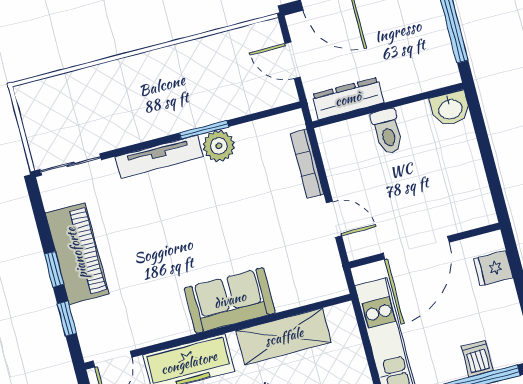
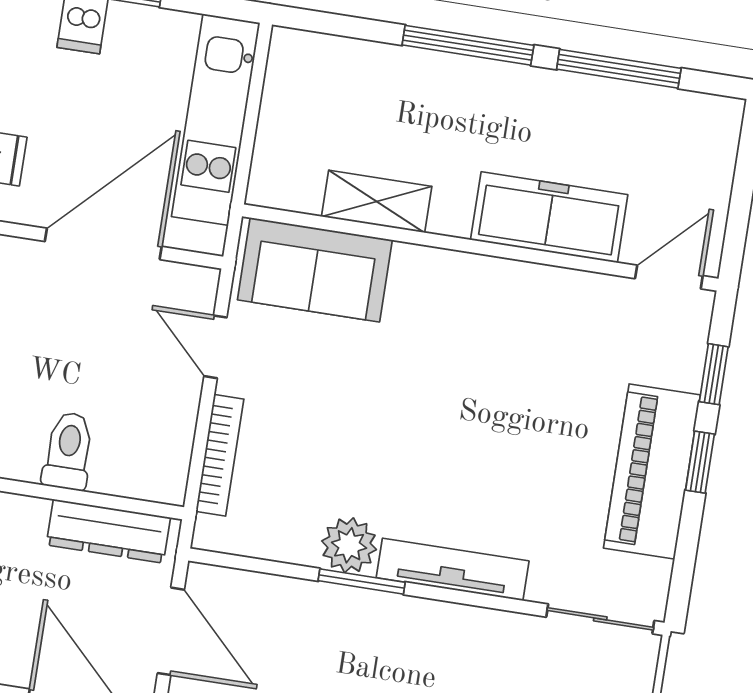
door: (293, 60) -> (171, 631), width x1.38
sofa: (230, 300) -> (315, 270), moved
shelving: (284, 337) -> (377, 201), width x0.67, depth x0.75

